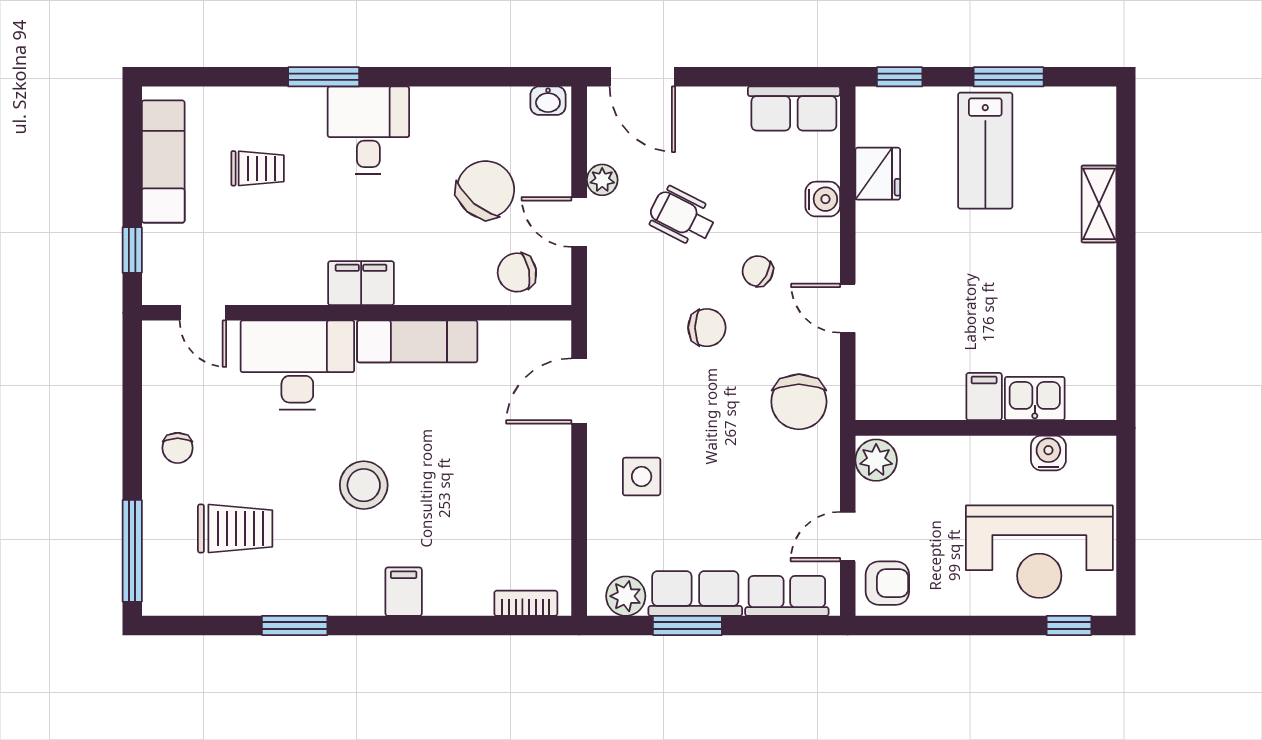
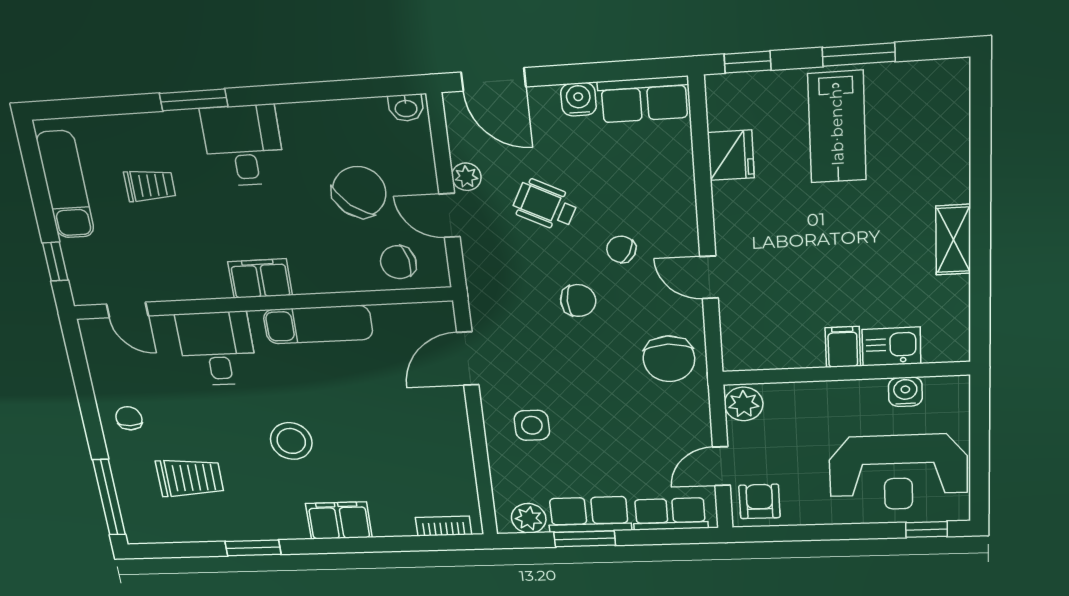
water cooler: (823, 199) -> (578, 99), moved, turned -90
shelving: (1099, 204) -> (953, 240), moved
desk: (297, 365) -> (217, 349), width x0.73
chair: (178, 448) -> (129, 418), turned 180
armchair: (887, 583) -> (759, 501), turned -90
filing cabinet: (404, 592) -> (339, 521), width x2.00

